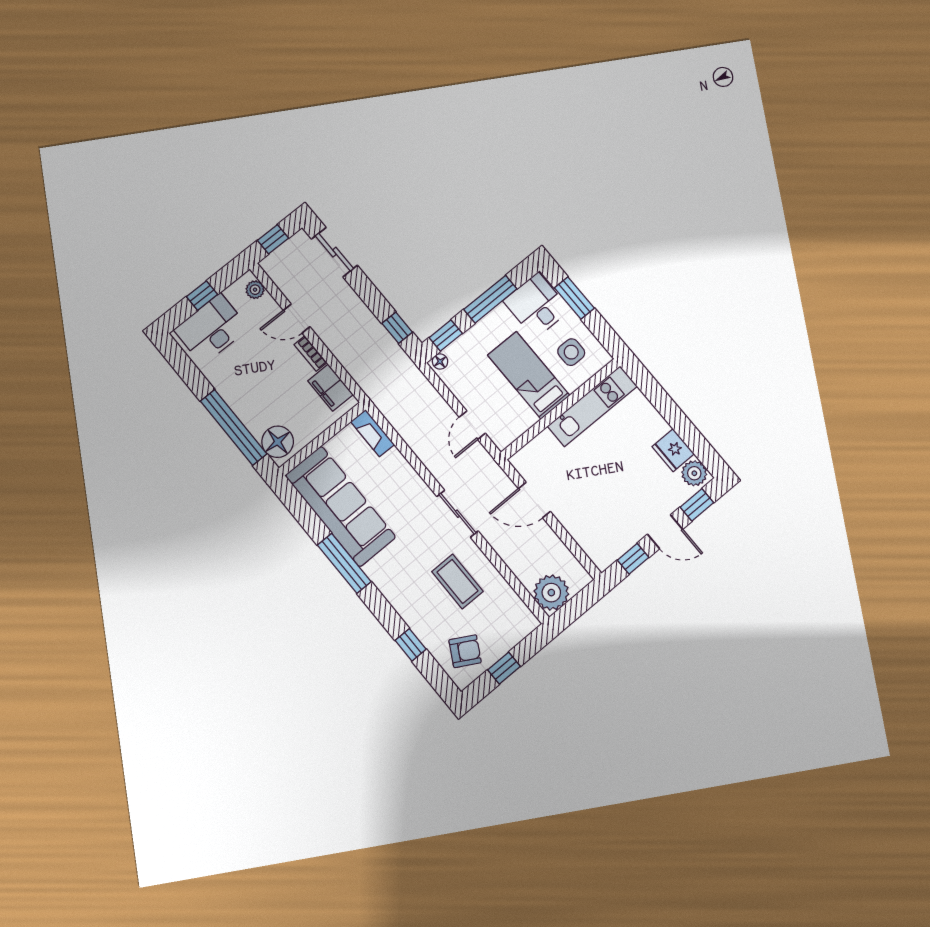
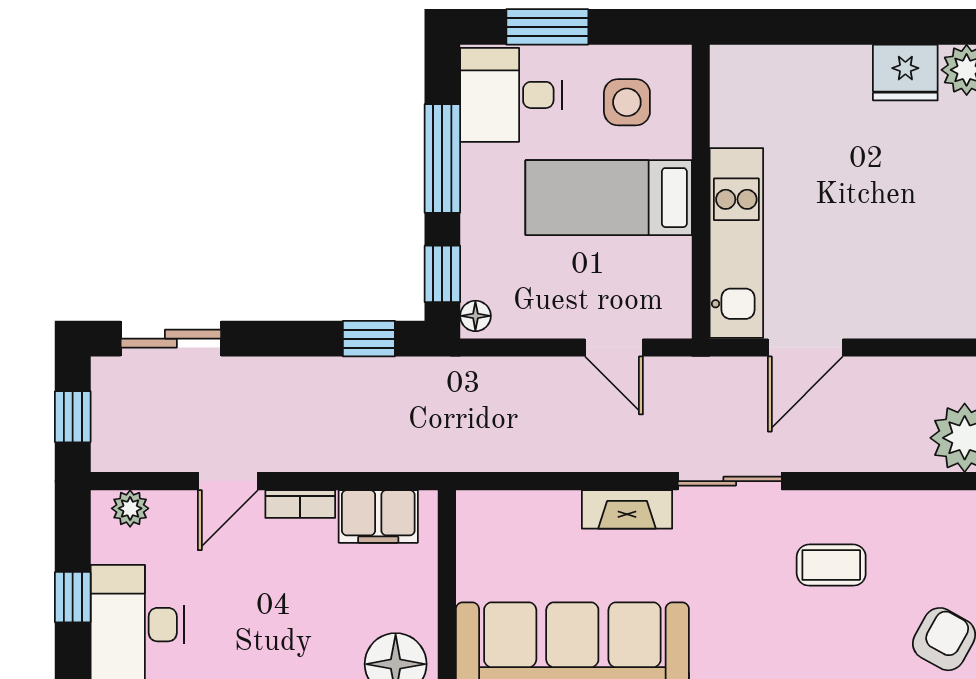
kitchen unit: (592, 406) -> (736, 243), moved
fireplace: (373, 433) -> (627, 509), moved
coffee table: (457, 581) -> (831, 565), width x0.73, depth x0.77

